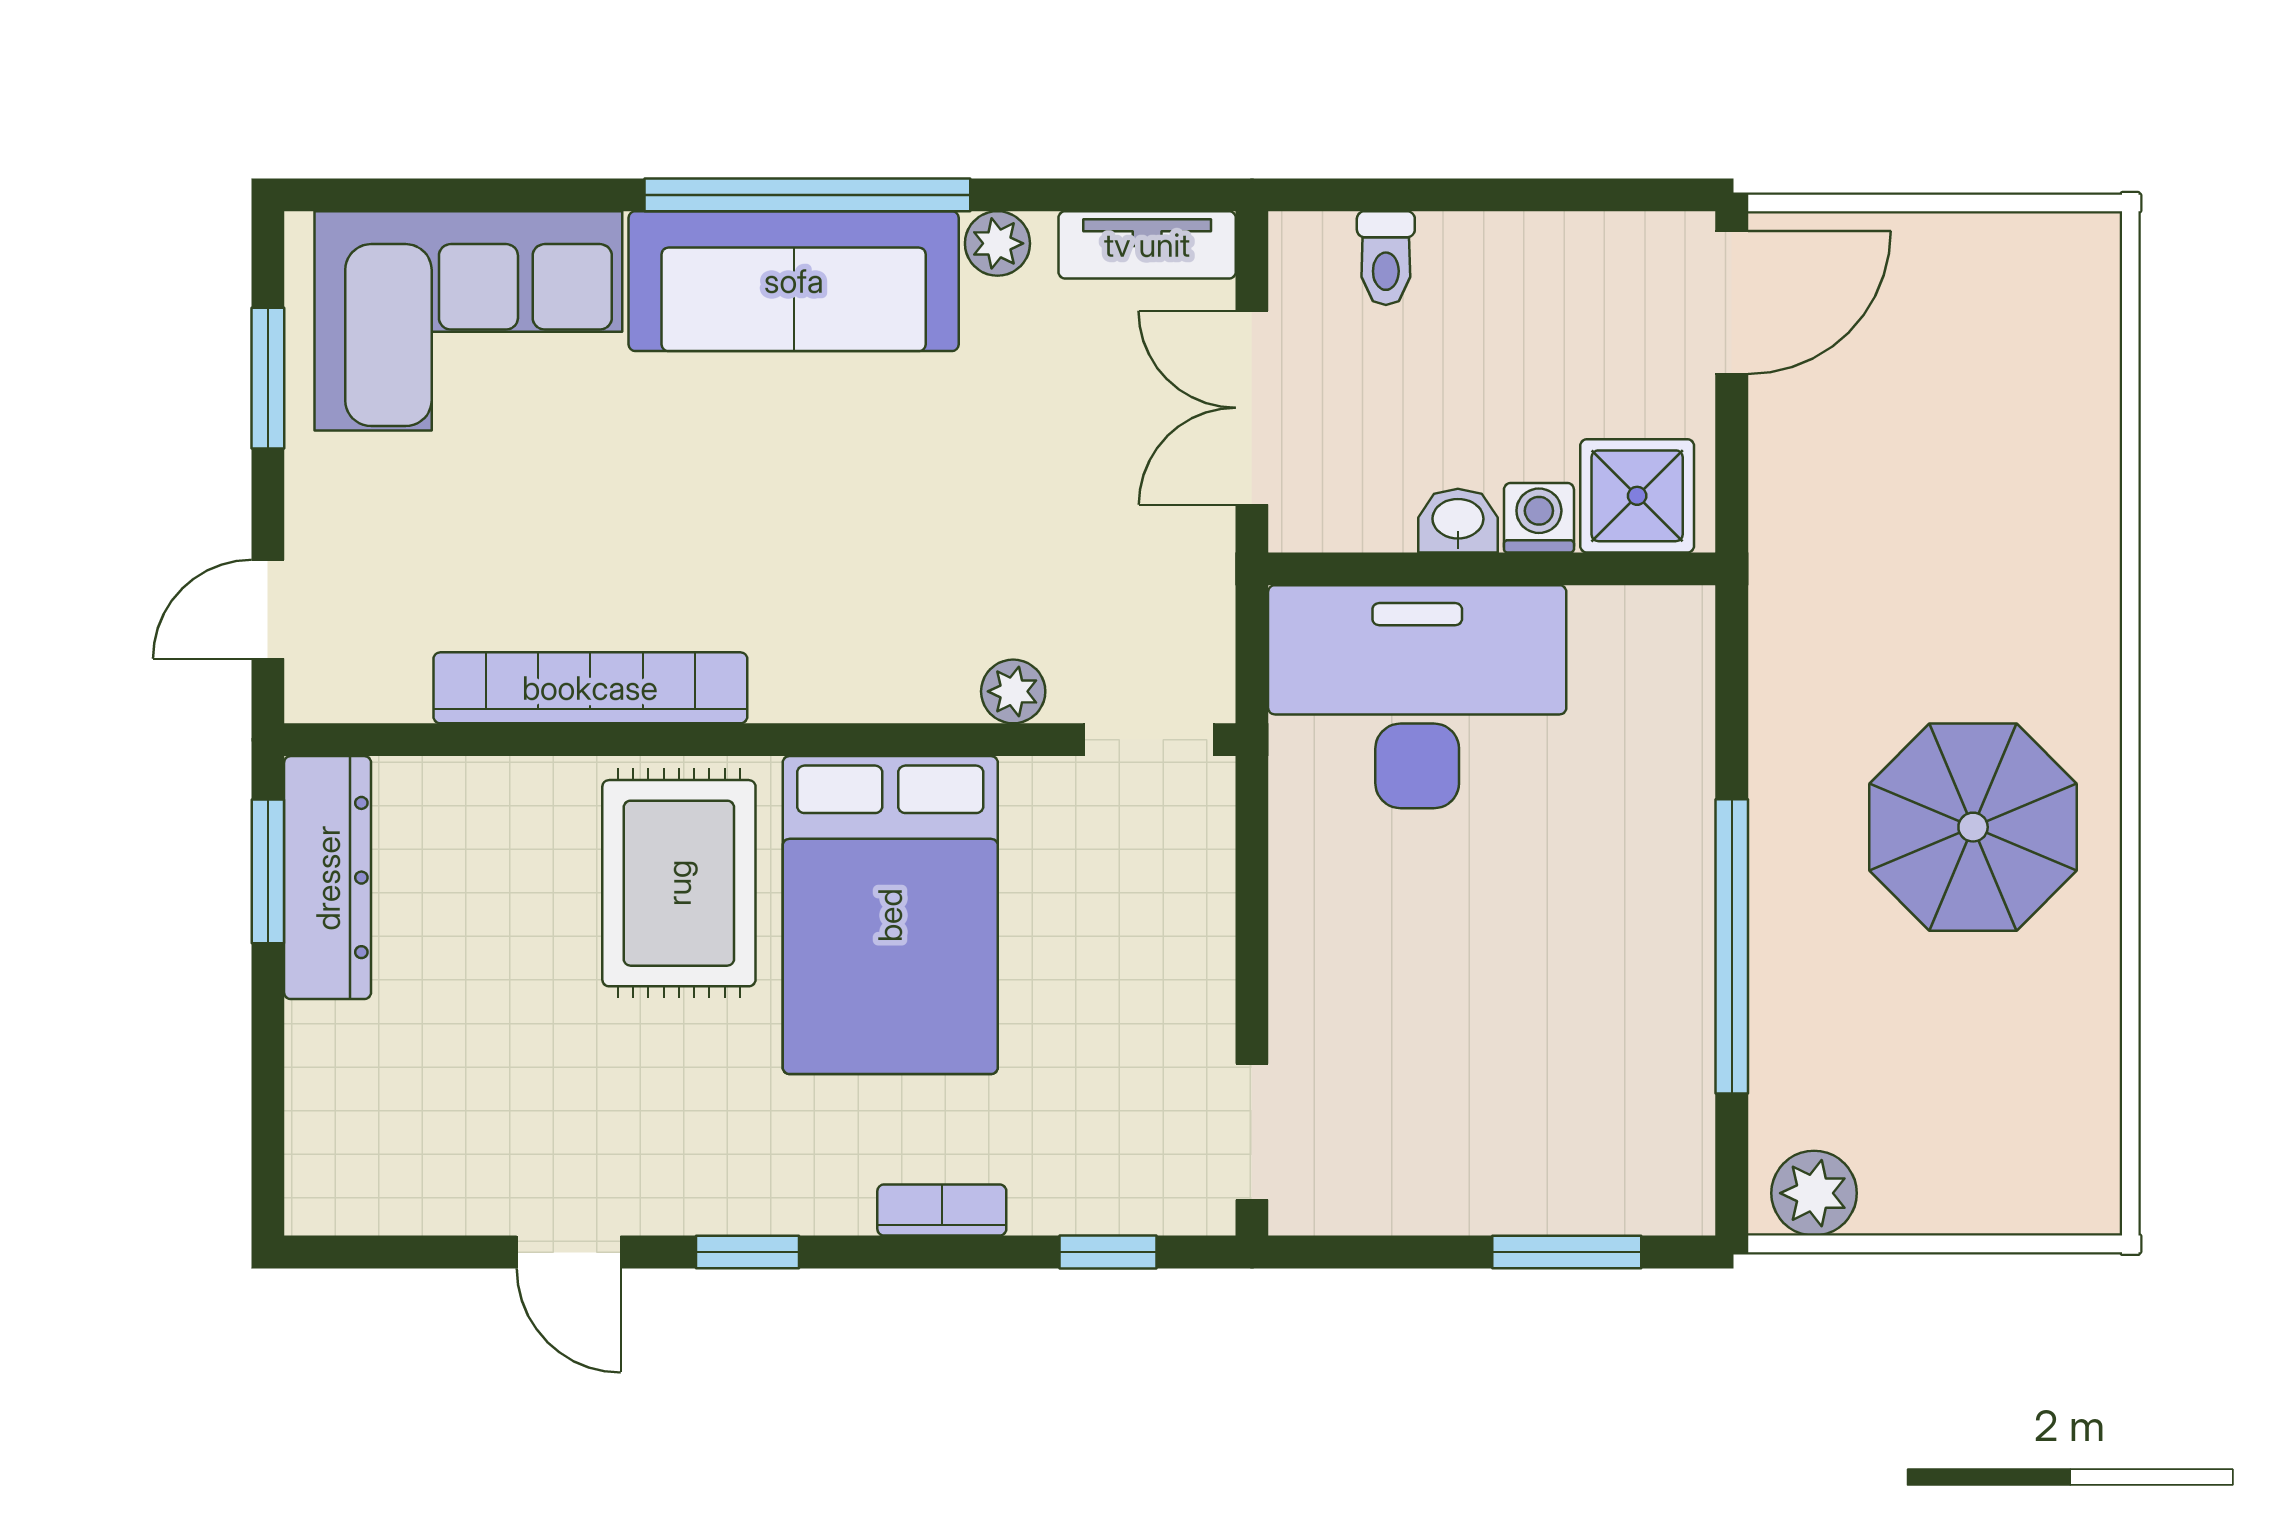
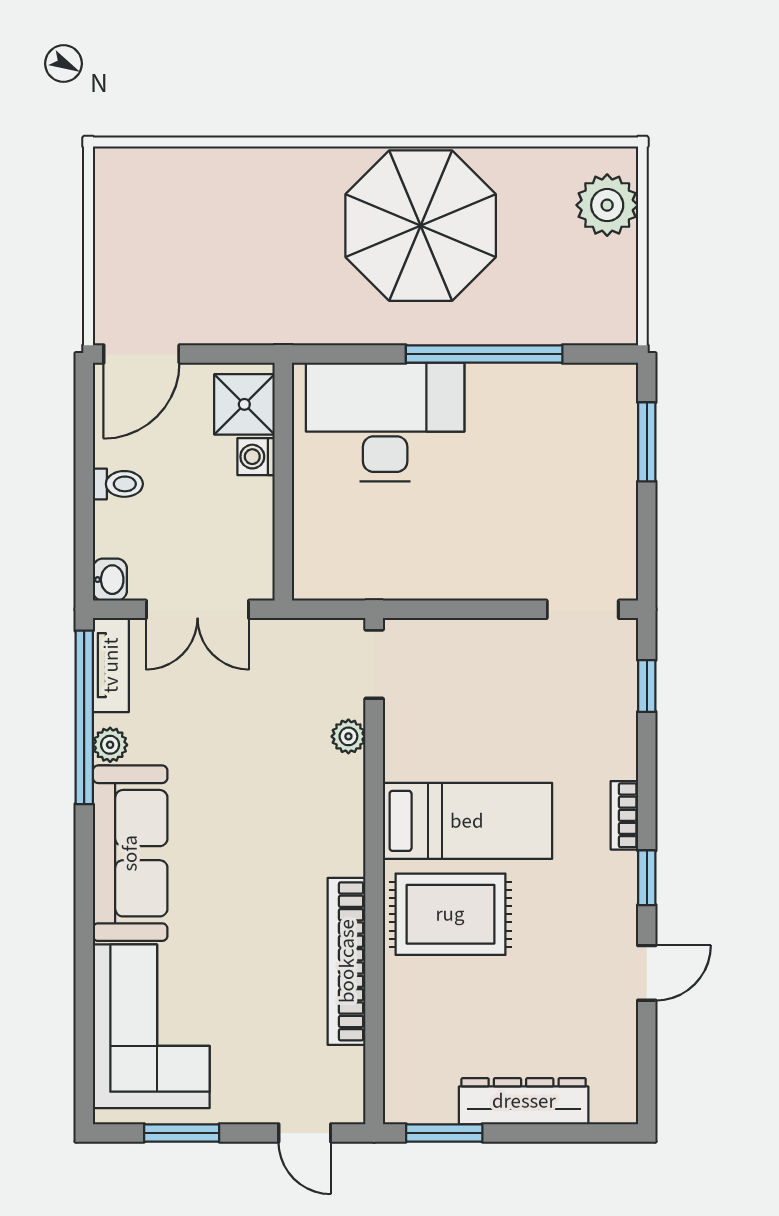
window: (807, 195) -> (84, 717), moved
toilet: (1386, 258) -> (118, 484), moved
door: (1732, 302) -> (141, 354), swing flipped
washbasin: (1458, 521) -> (110, 580), moved, turned 180
desk: (1417, 697) -> (385, 422), moved, turned 90
parasol: (1973, 827) -> (421, 226), width x1.36, depth x1.36
dresser: (328, 878) -> (524, 1101), moved
bed: (890, 915) -> (467, 821), width x0.67
plant: (1814, 1193) -> (607, 205), moved, width x1.36, depth x1.36
bookcase: (942, 1210) -> (624, 815), moved

